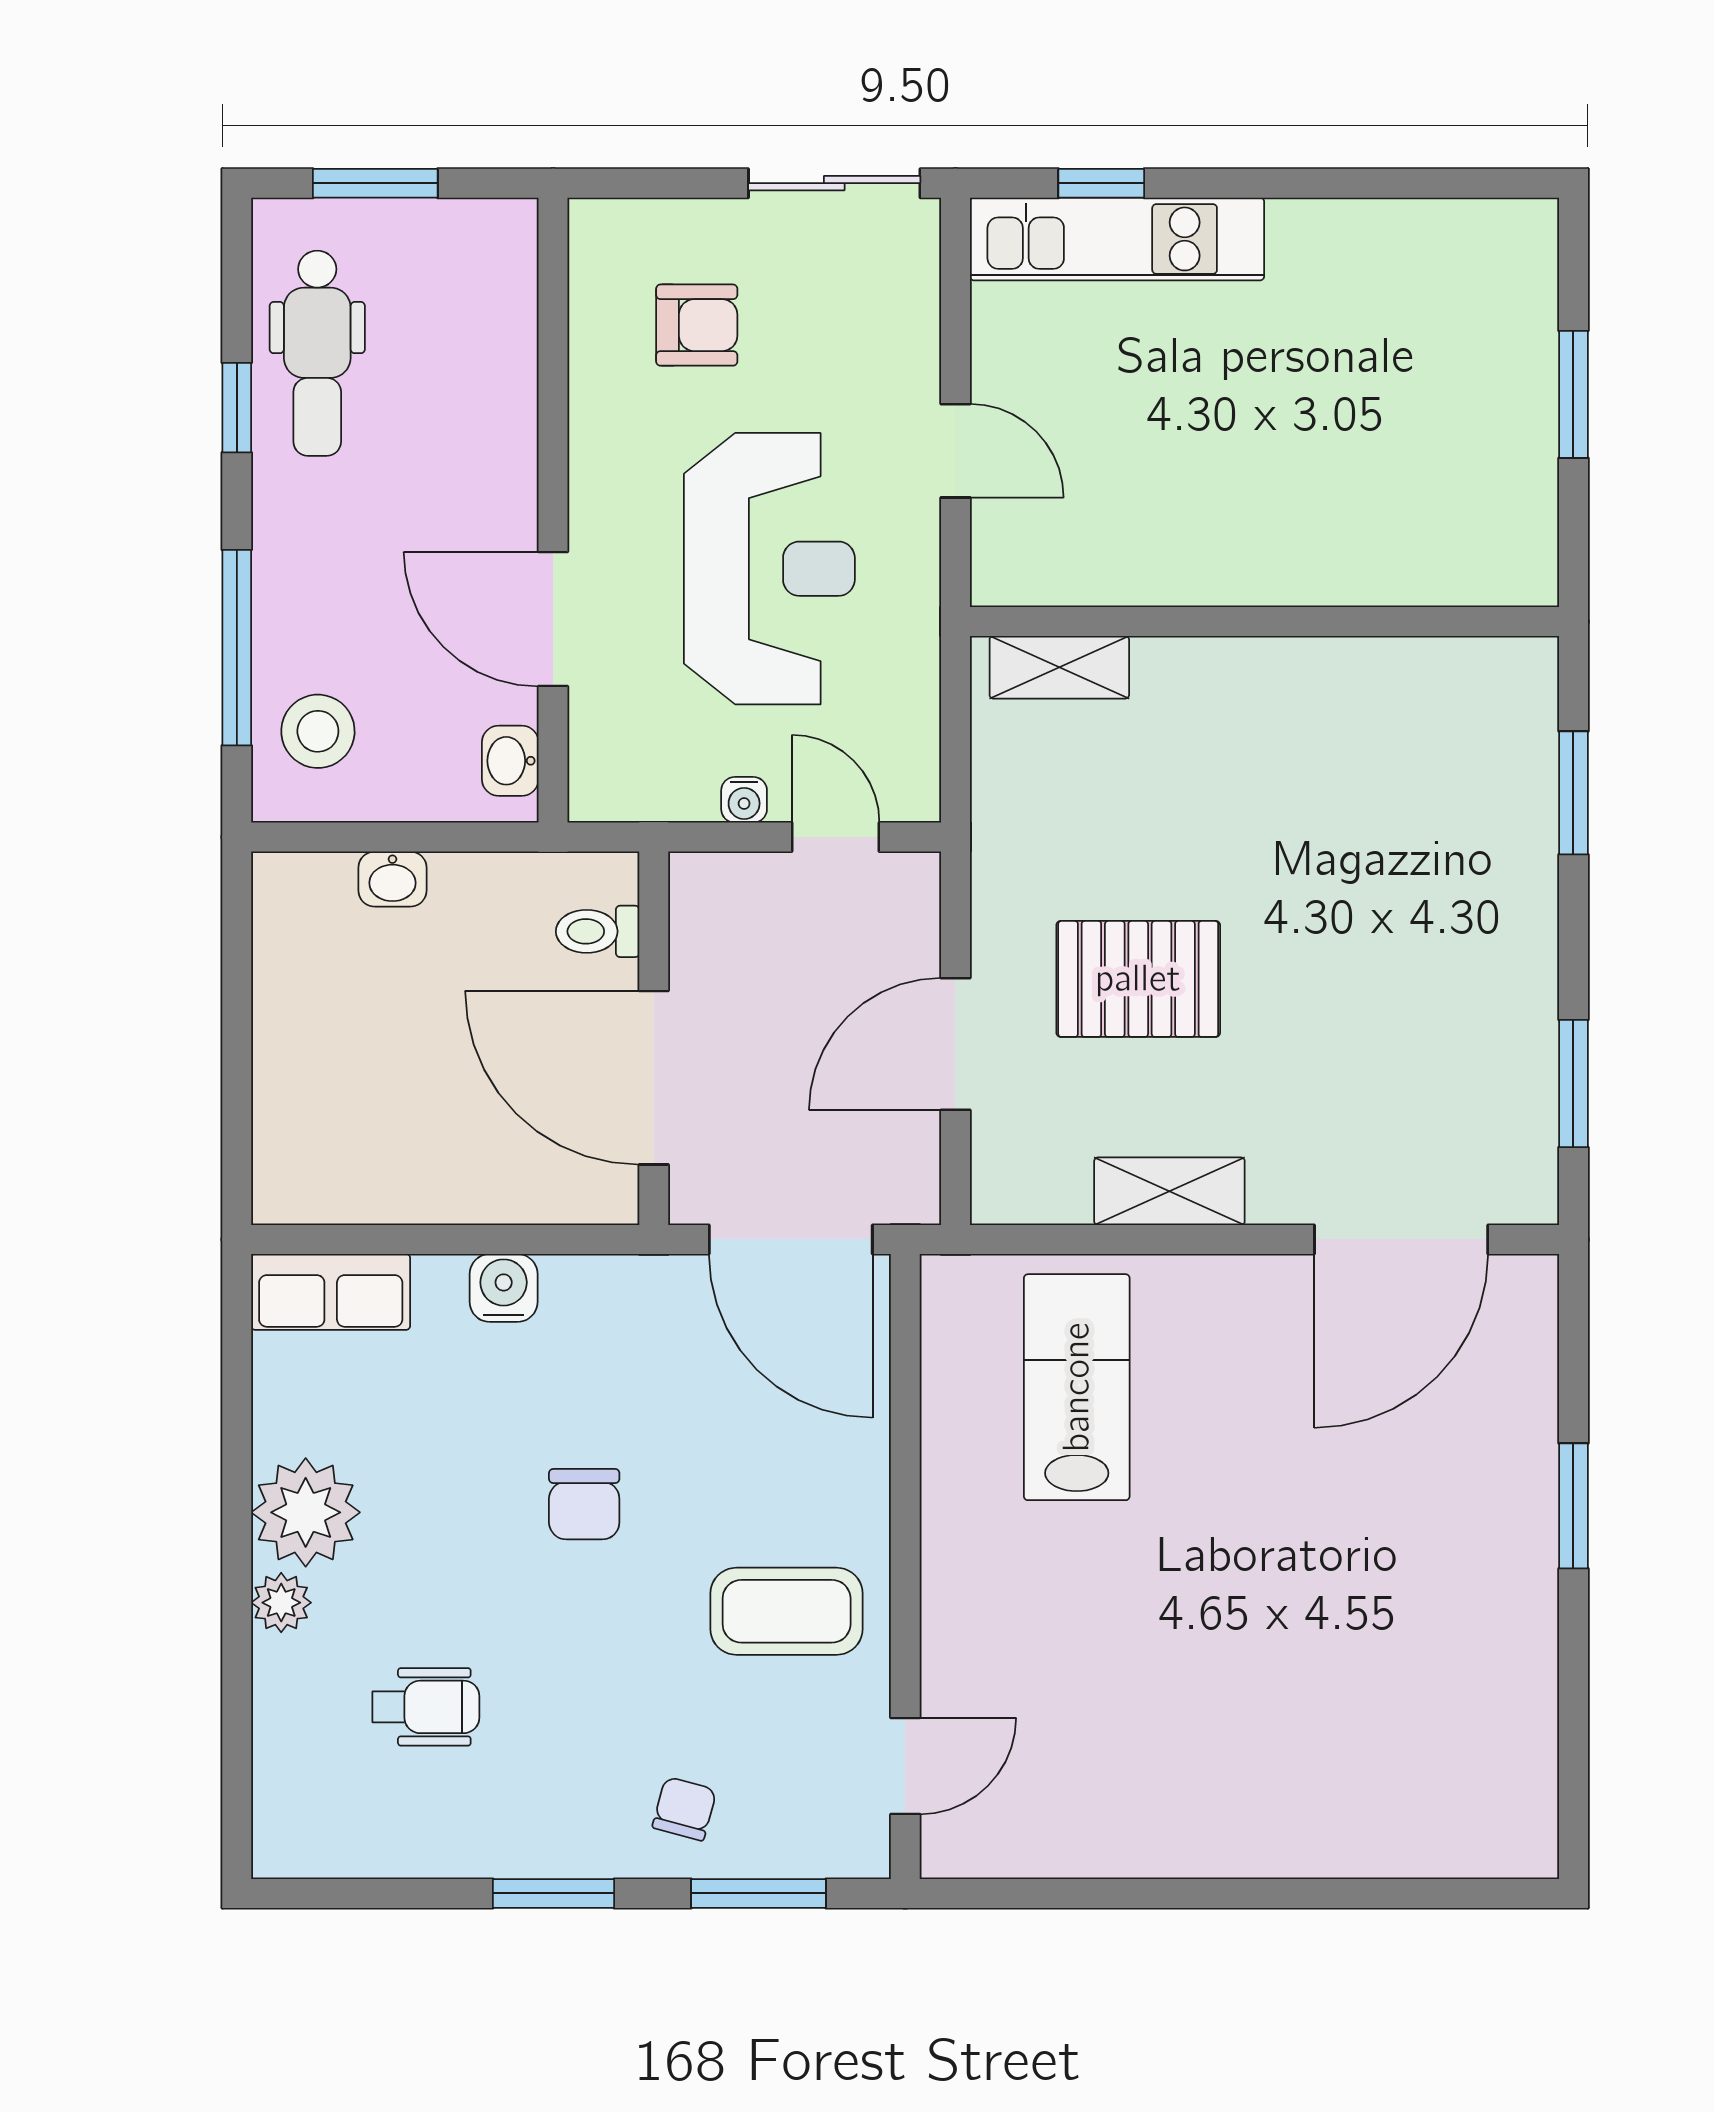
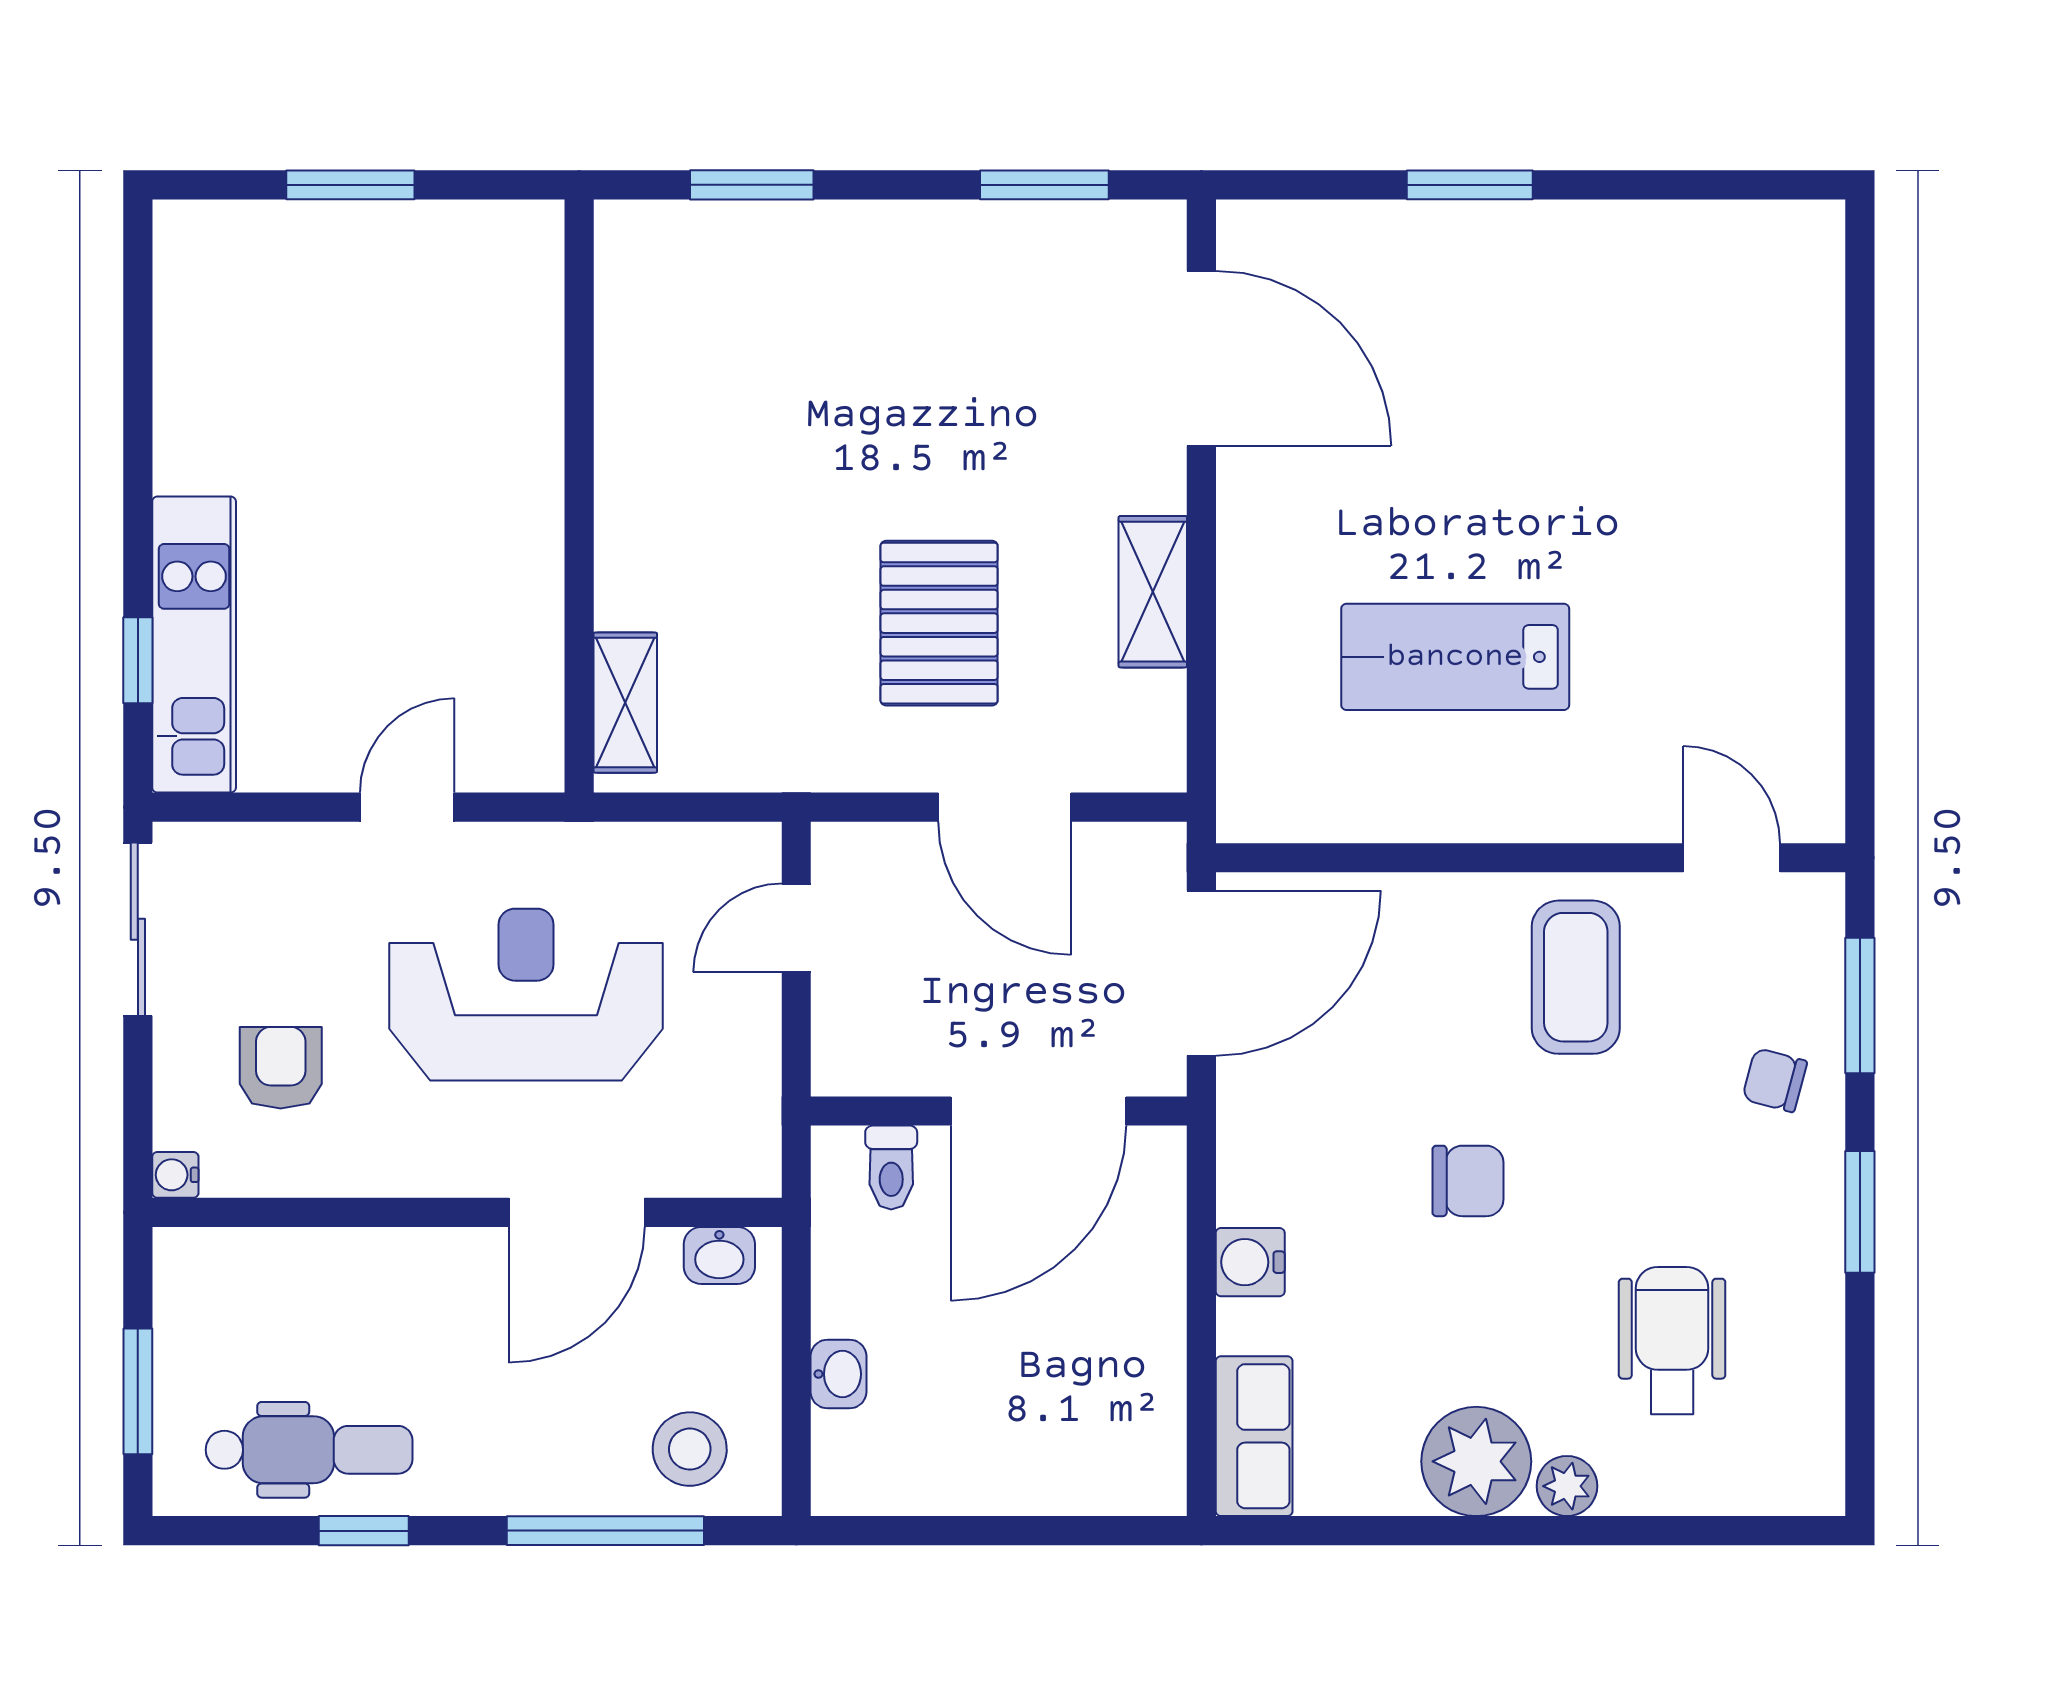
water cooler: (744, 800) -> (175, 1175), moved, turned 180
lab bench: (1077, 1387) -> (1455, 657), moved
wheelchair: (426, 1707) -> (1672, 1340), width x1.36, depth x1.37

